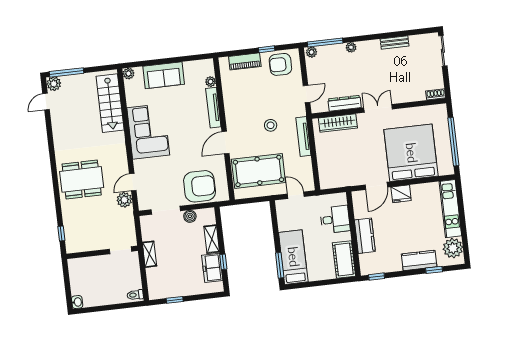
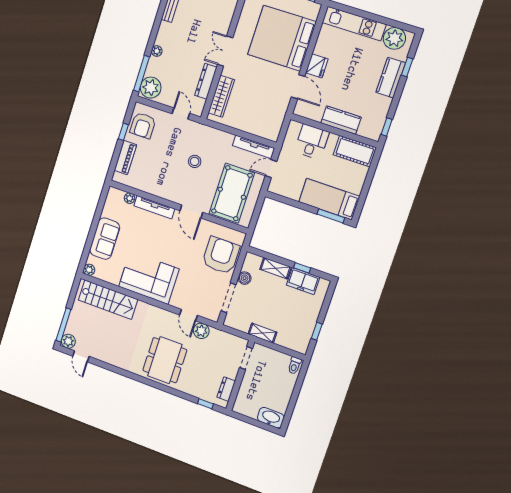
plant: (312, 52) -> (151, 88), width x1.87, depth x1.87
tv unit: (303, 137) -> (254, 147), moved
dresser: (84, 246) -> (226, 389), added
washbasin: (77, 302) -> (271, 418), width x1.91, depth x1.45

